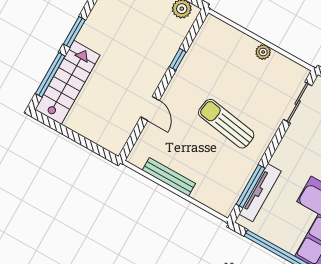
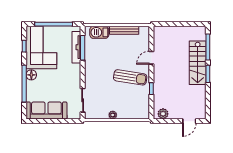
stairs: (68, 82) -> (198, 63), moved
door: (150, 109) -> (151, 58), hinge flipped
sun lounger: (226, 124) -> (130, 77), moved
barbecue: (210, 196) -> (99, 32), added

